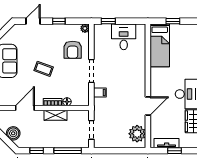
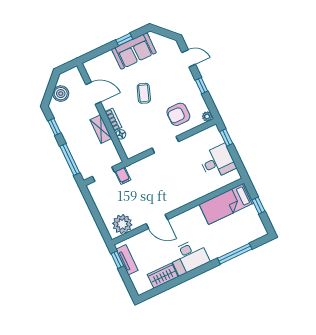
filing cabinet: (100, 92) -> (123, 176), moved
window: (175, 151) -> (117, 260), moved

